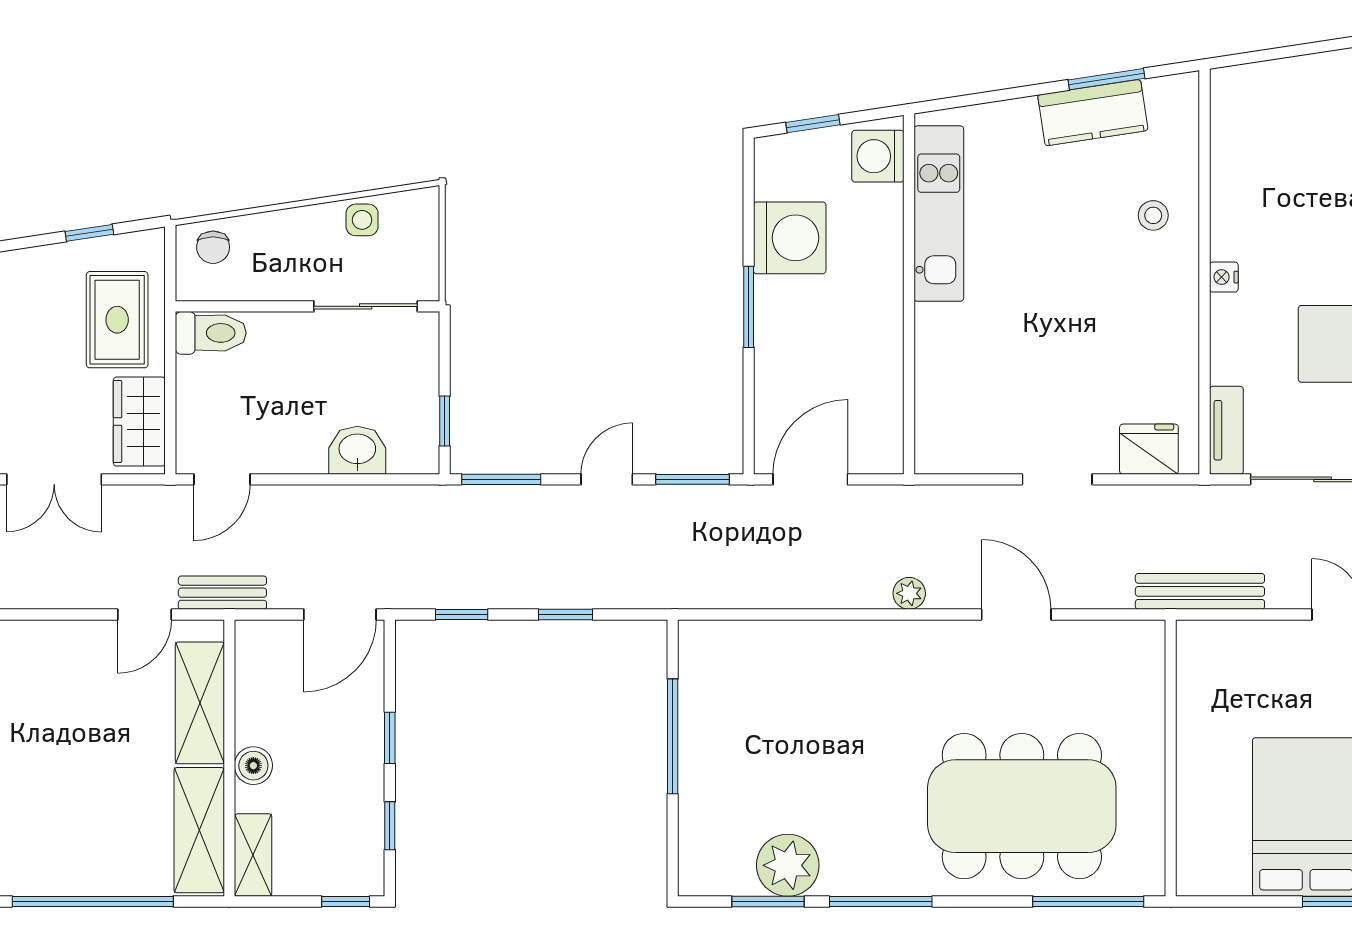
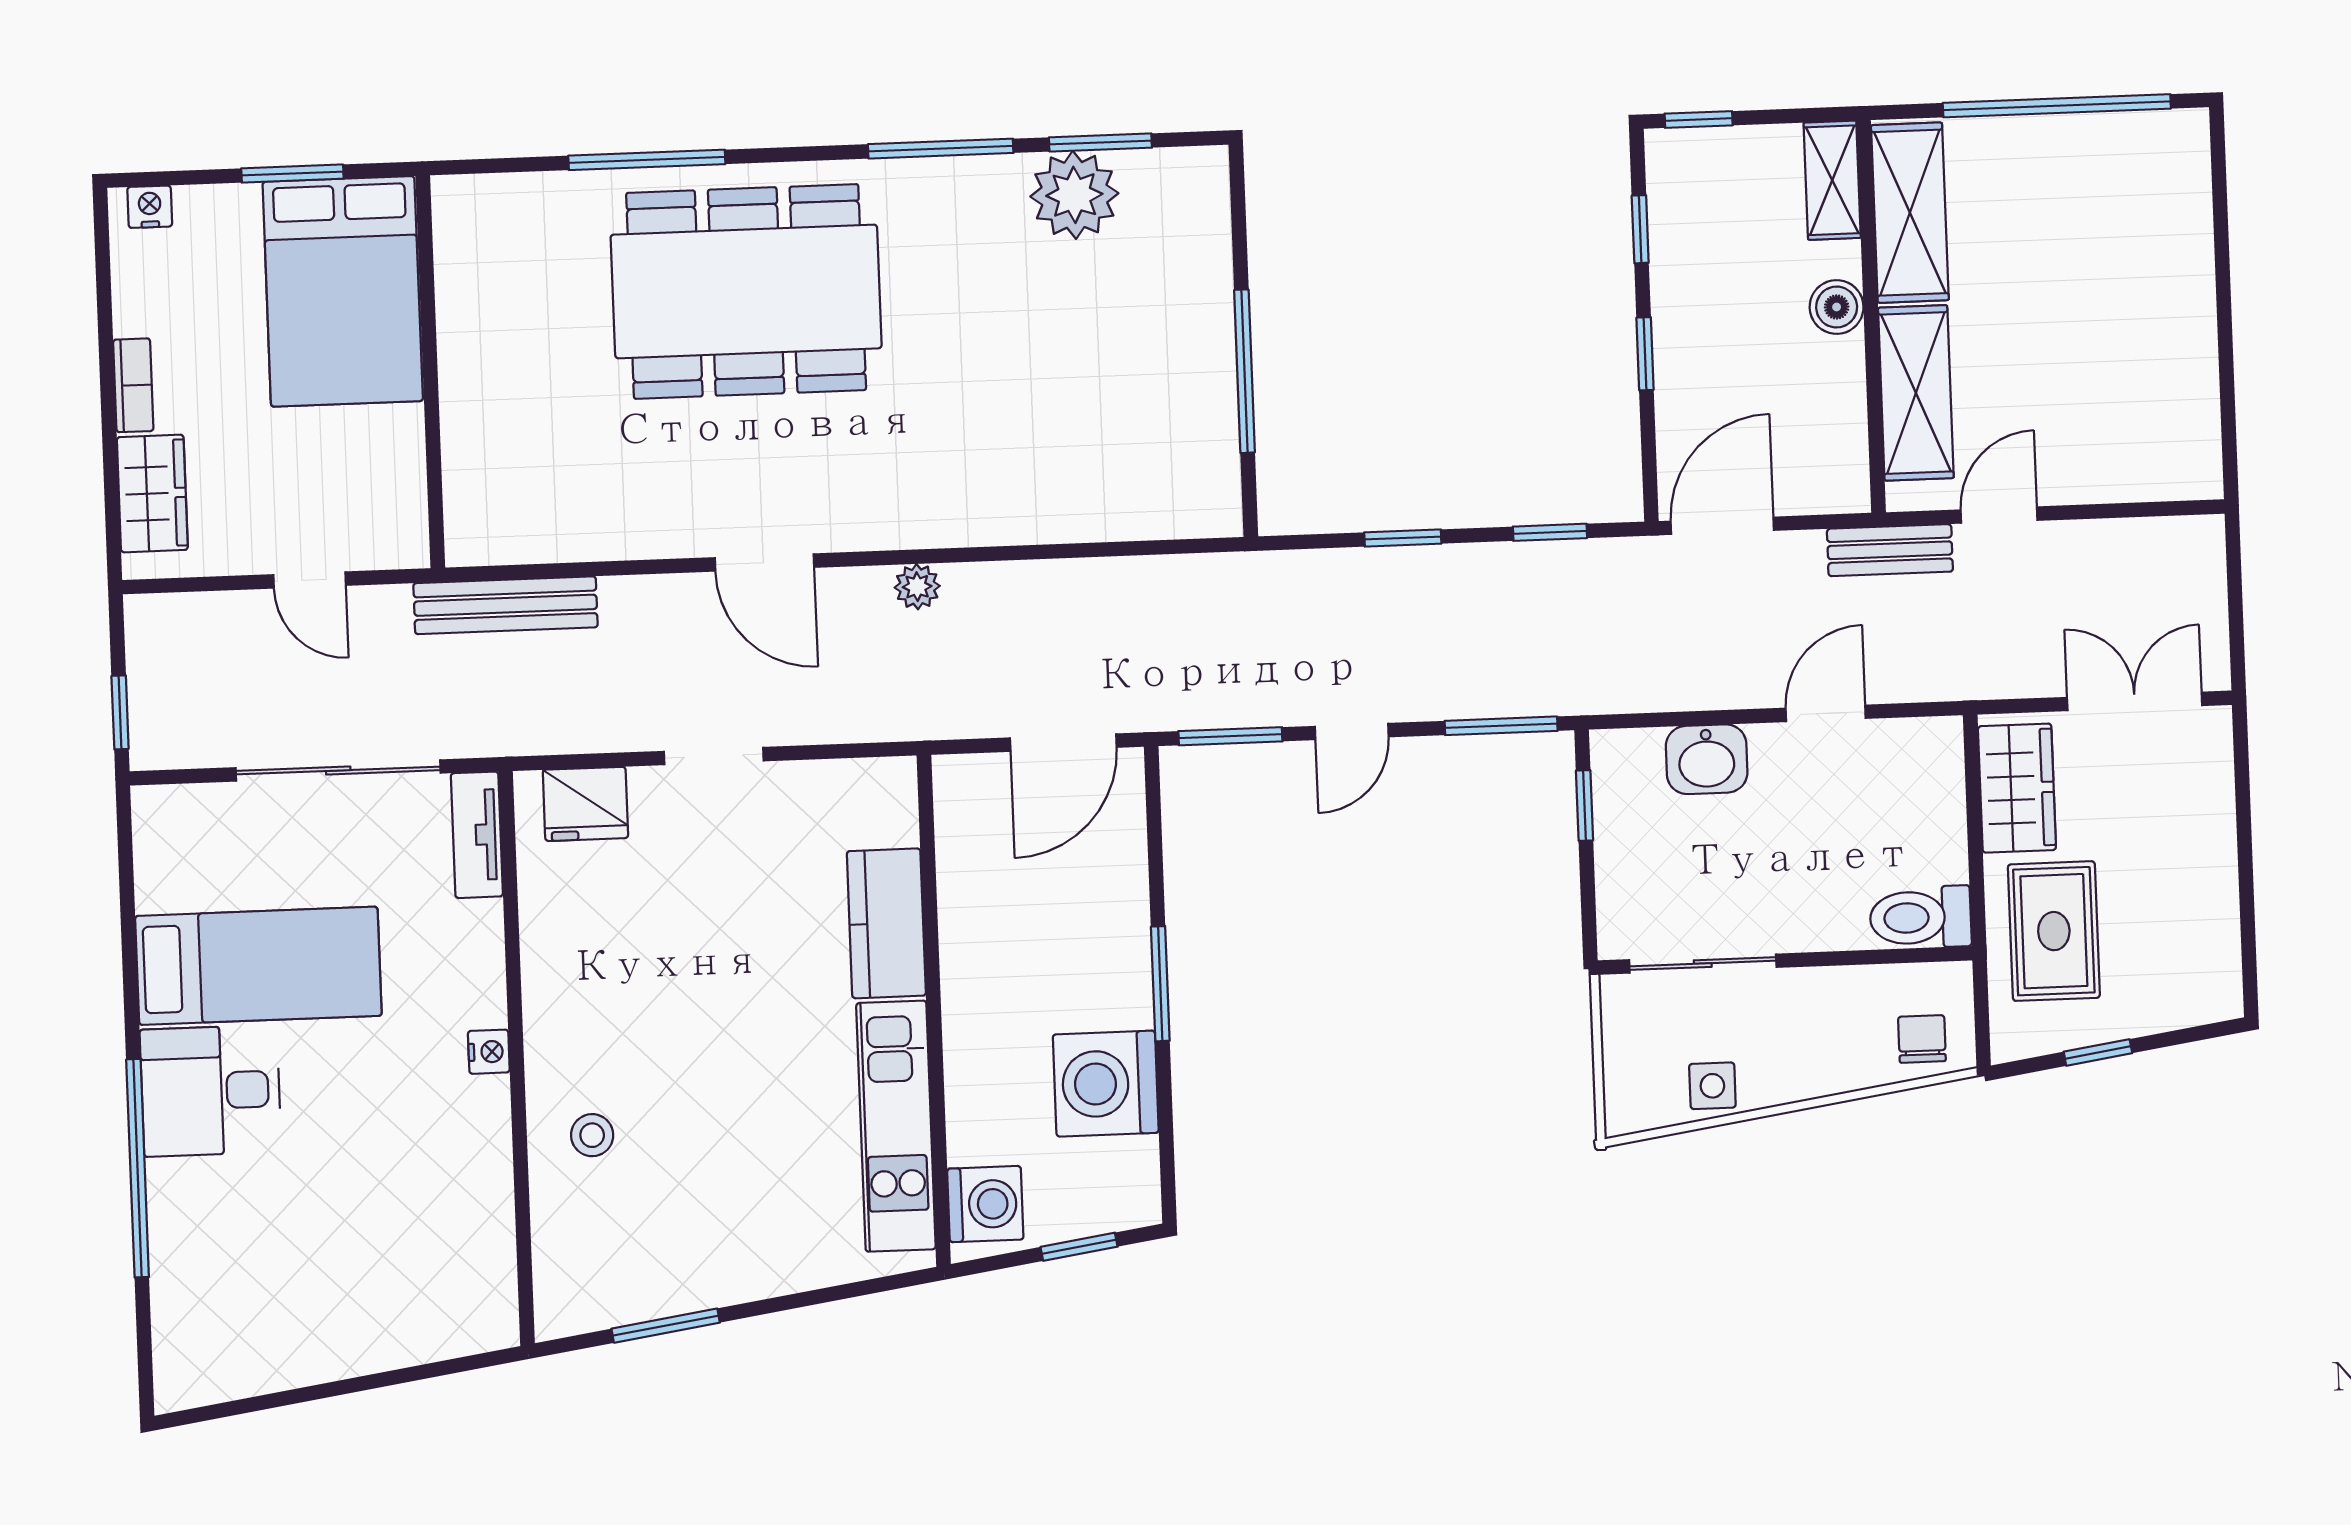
kitchen counter: (1093, 113) -> (886, 923), moved, turned -81
door: (222, 479) -> (1826, 713), moved
wall: (1171, 758) -> (430, 372), moved

